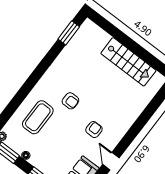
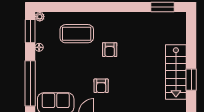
window: (144, 54) -> (191, 80), added
armchair: (94, 130) -> (101, 86), turned 90

